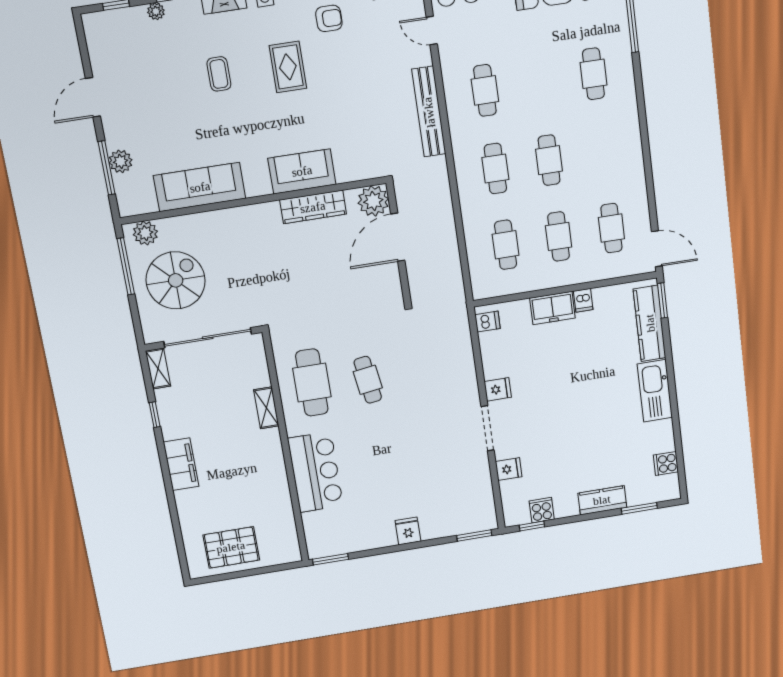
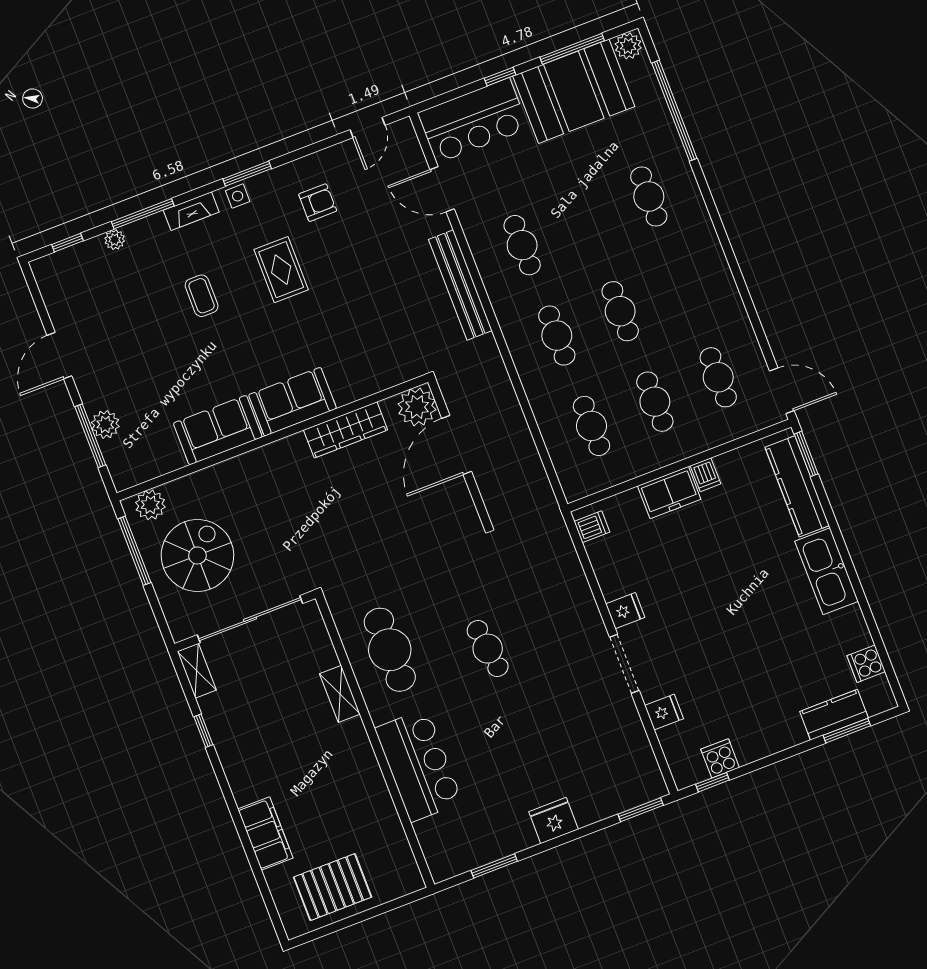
door: (432, 30) -> (442, 189), width x1.38
sofa: (302, 171) -> (293, 402), moved
sofa: (200, 187) -> (218, 430), width x0.73
cafe table: (368, 380) -> (488, 649), moved
filing cabinet: (181, 464) -> (265, 834), moved
kitchen counter: (602, 500) -> (834, 715), moved
fridge: (408, 531) -> (554, 820), width x1.38
window: (331, 559) -> (494, 866), moved

